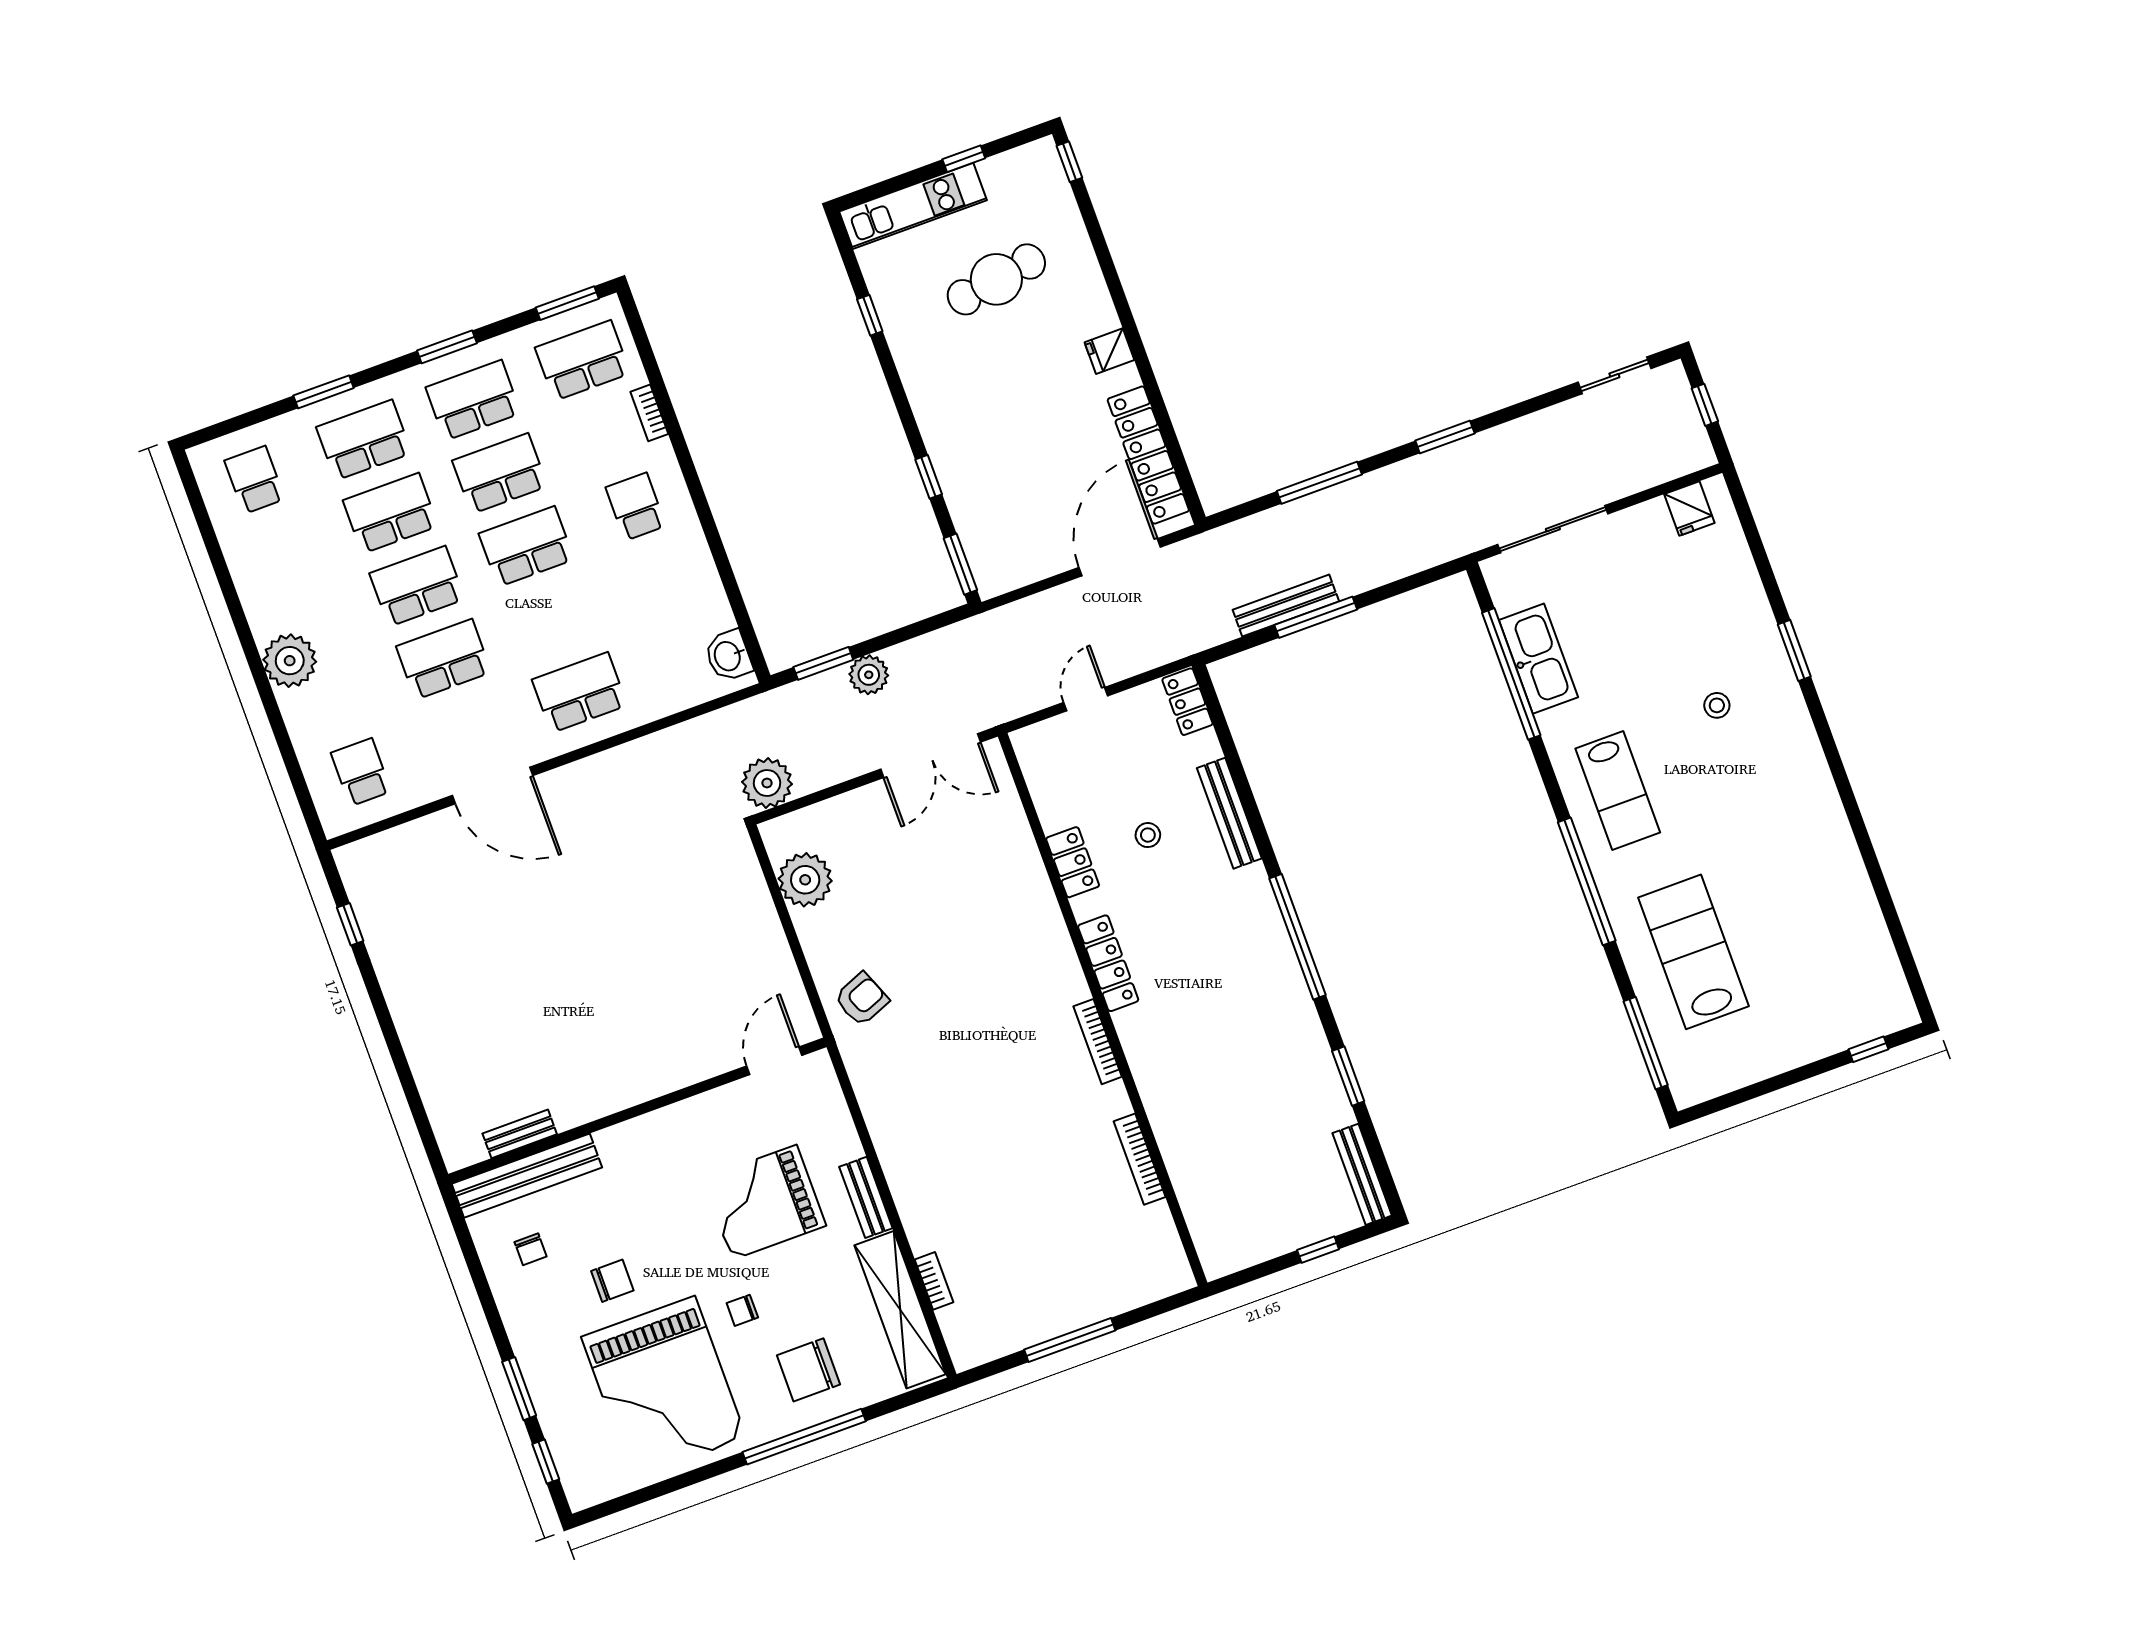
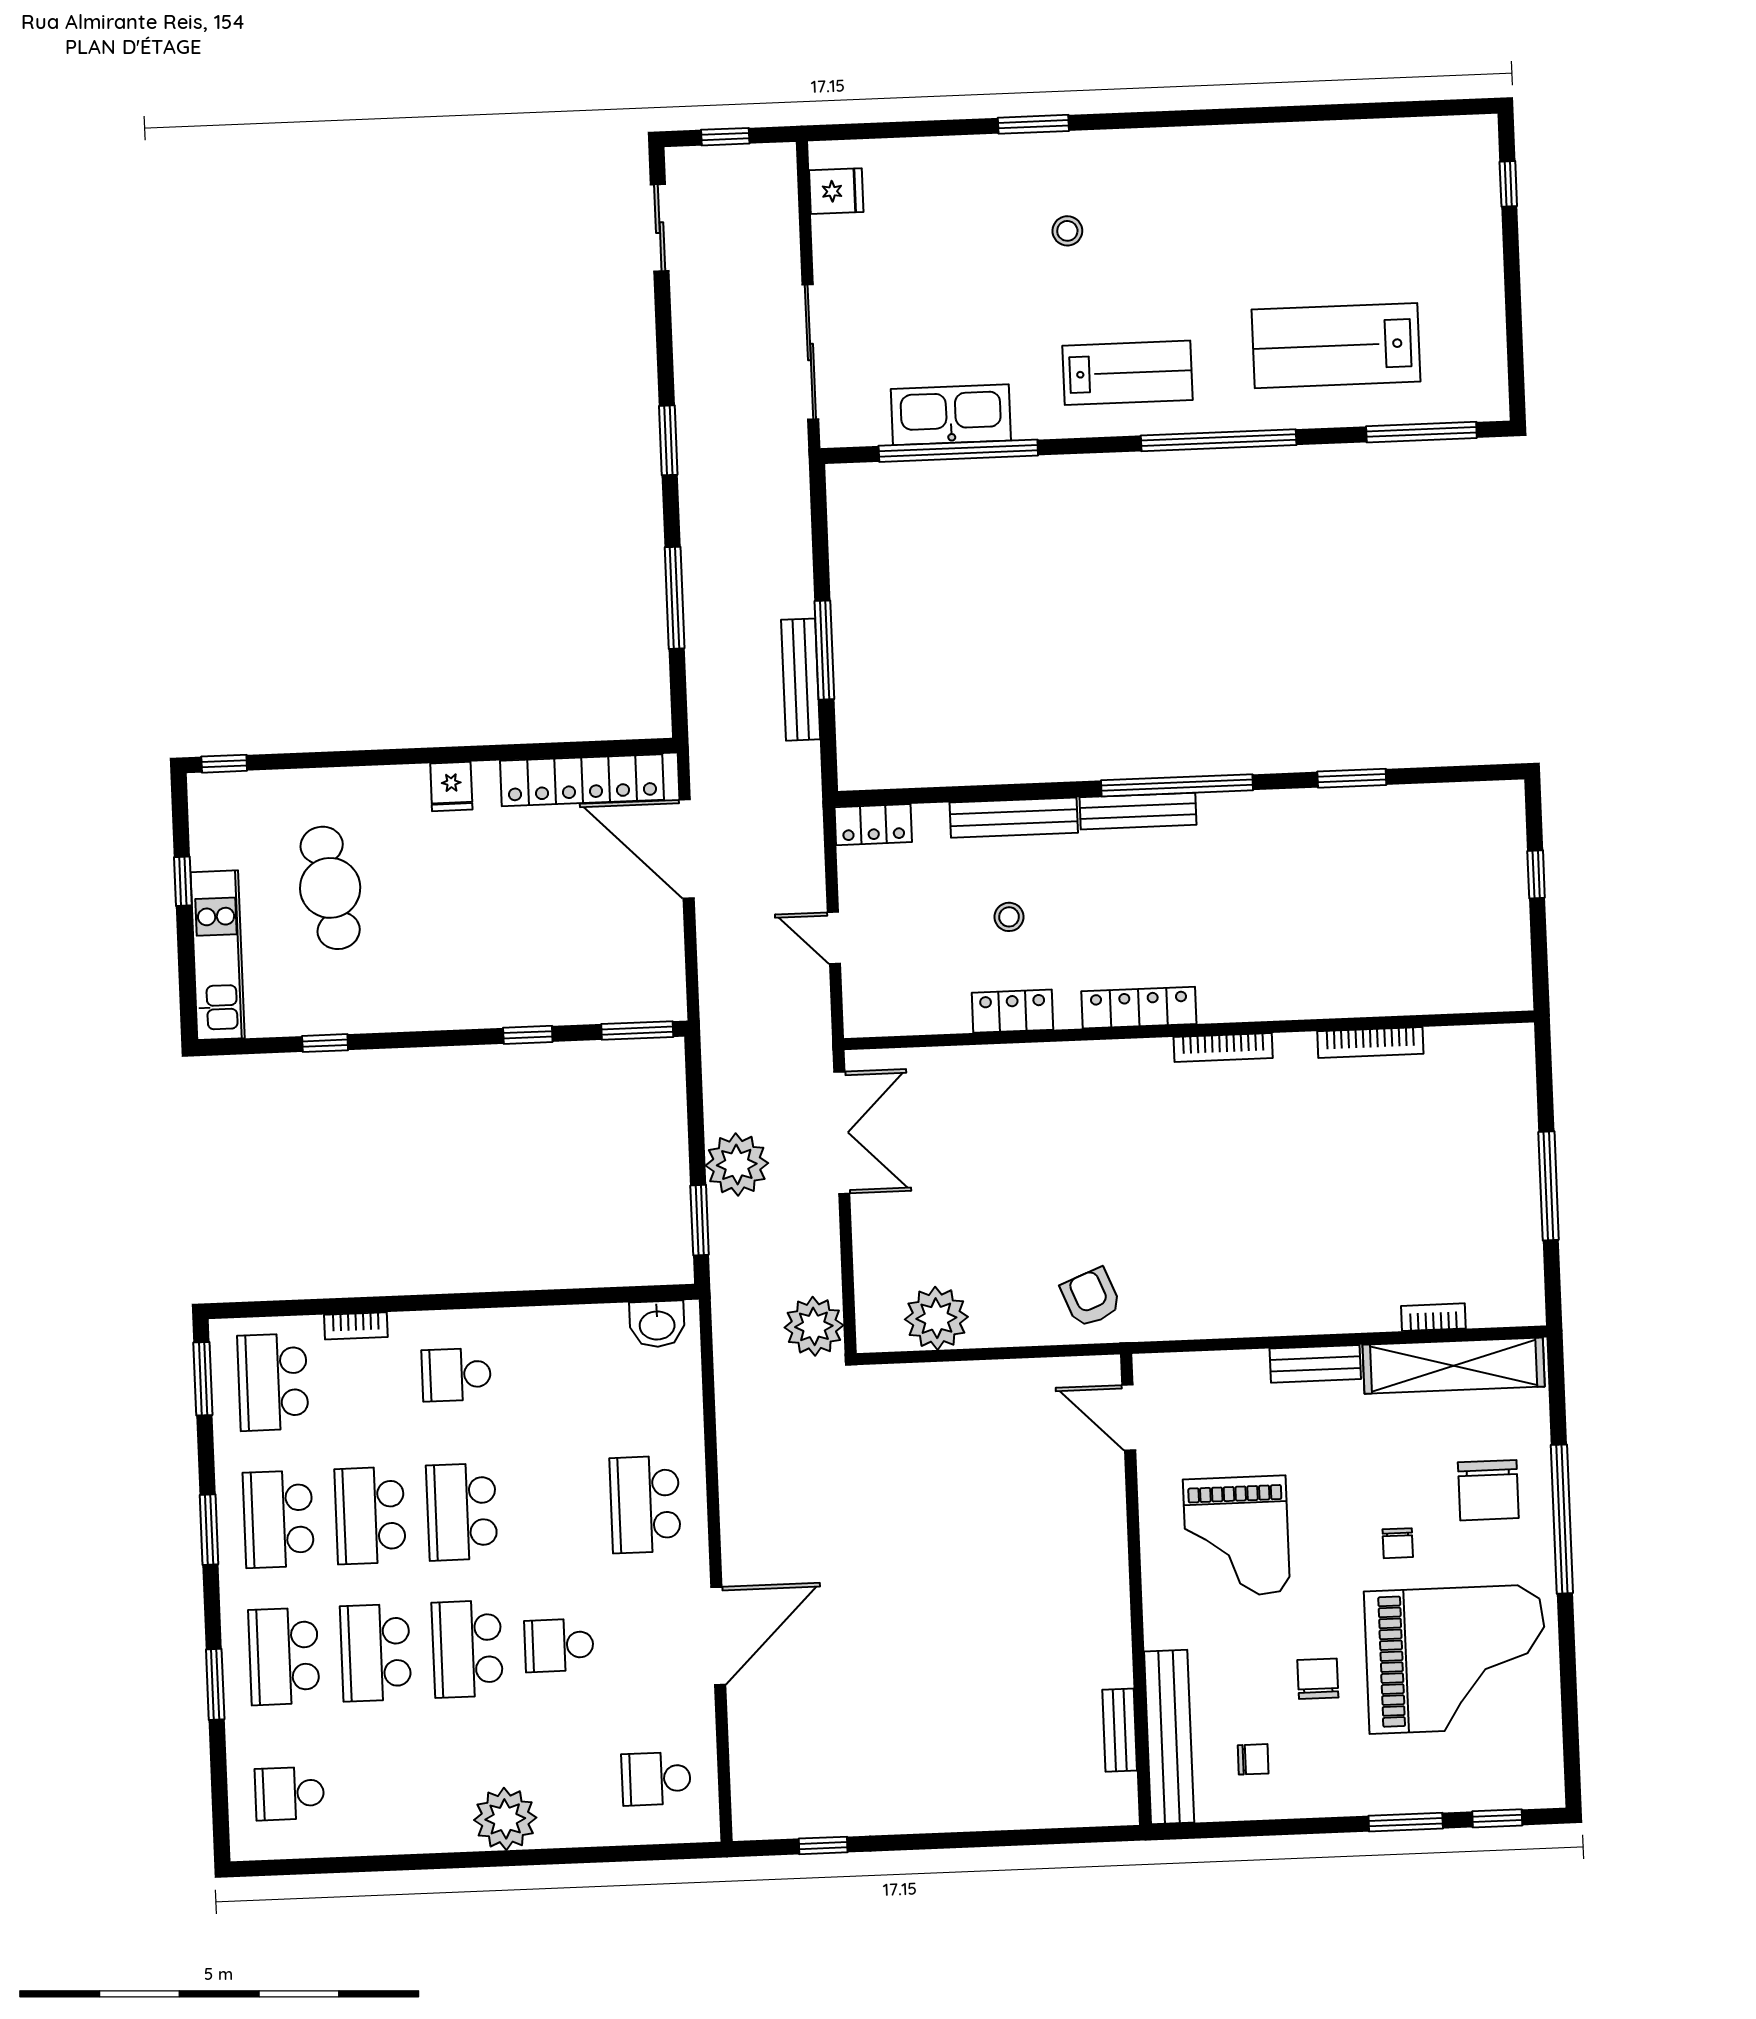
school desk: (444, 659) -> (559, 1645), width x0.54
plant: (869, 675) -> (737, 1164), width x1.36, depth x1.36
bench: (1362, 1174) -> (1138, 811), moved
grand piano: (764, 1202) -> (1237, 1536), moved

